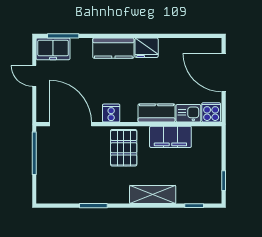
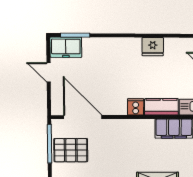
kitchen counter: (113, 48) -> (122, 47), removed
cooker: (111, 113) -> (136, 107), moved
pallet: (124, 148) -> (71, 150), moved, turned 90

